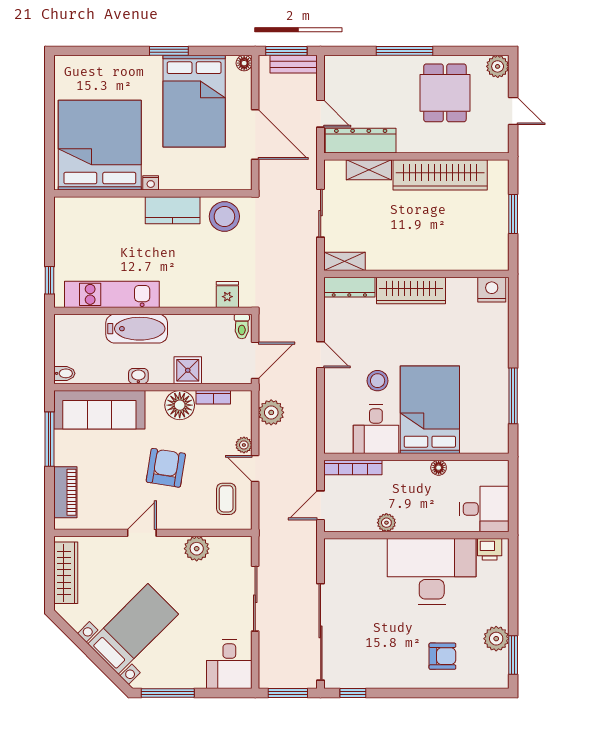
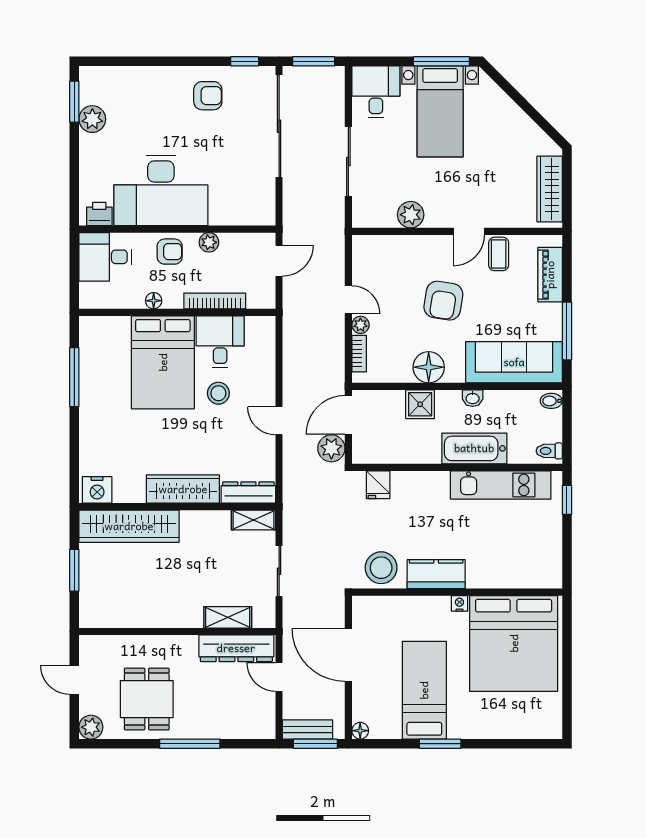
bed: (194, 101) -> (424, 690), width x0.67
wardrobe: (440, 175) -> (129, 526), moved, turned 180
toilet: (242, 327) -> (549, 451), moved, turned -90
bookcase: (213, 397) -> (359, 354), moved, turned 90
plant: (271, 412) -> (331, 448), moved
bookcase: (353, 467) -> (215, 301), moved
coffee table: (226, 499) -> (499, 254), moved
armchair: (423, 514) -> (170, 252), added
bed with nightstands: (133, 629) -> (440, 111), moved, turned -45
armchair: (442, 656) -> (208, 96), moved, turned 180

